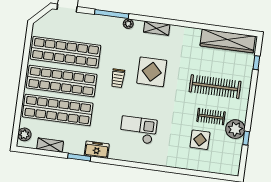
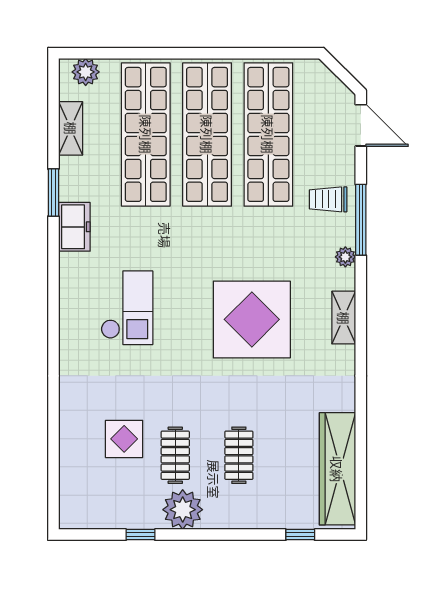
display table: (152, 72) -> (252, 319), width x1.36, depth x1.36
trolley: (118, 78) -> (328, 199), moved
clothes rail: (215, 87) -> (239, 455), width x0.54, depth x0.76
plant: (235, 129) -> (183, 510), moved

